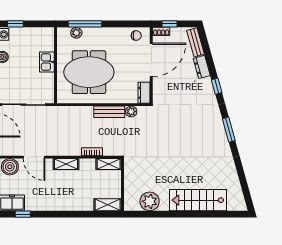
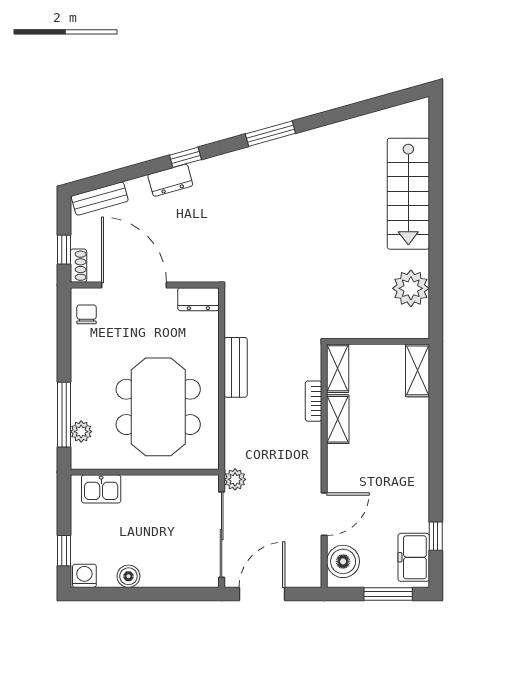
kitchen sink: (47, 62) -> (101, 489), moved
dresser: (202, 67) -> (170, 180), moved
plant: (131, 111) -> (235, 479), moved
shelving: (66, 164) -> (338, 419), moved

